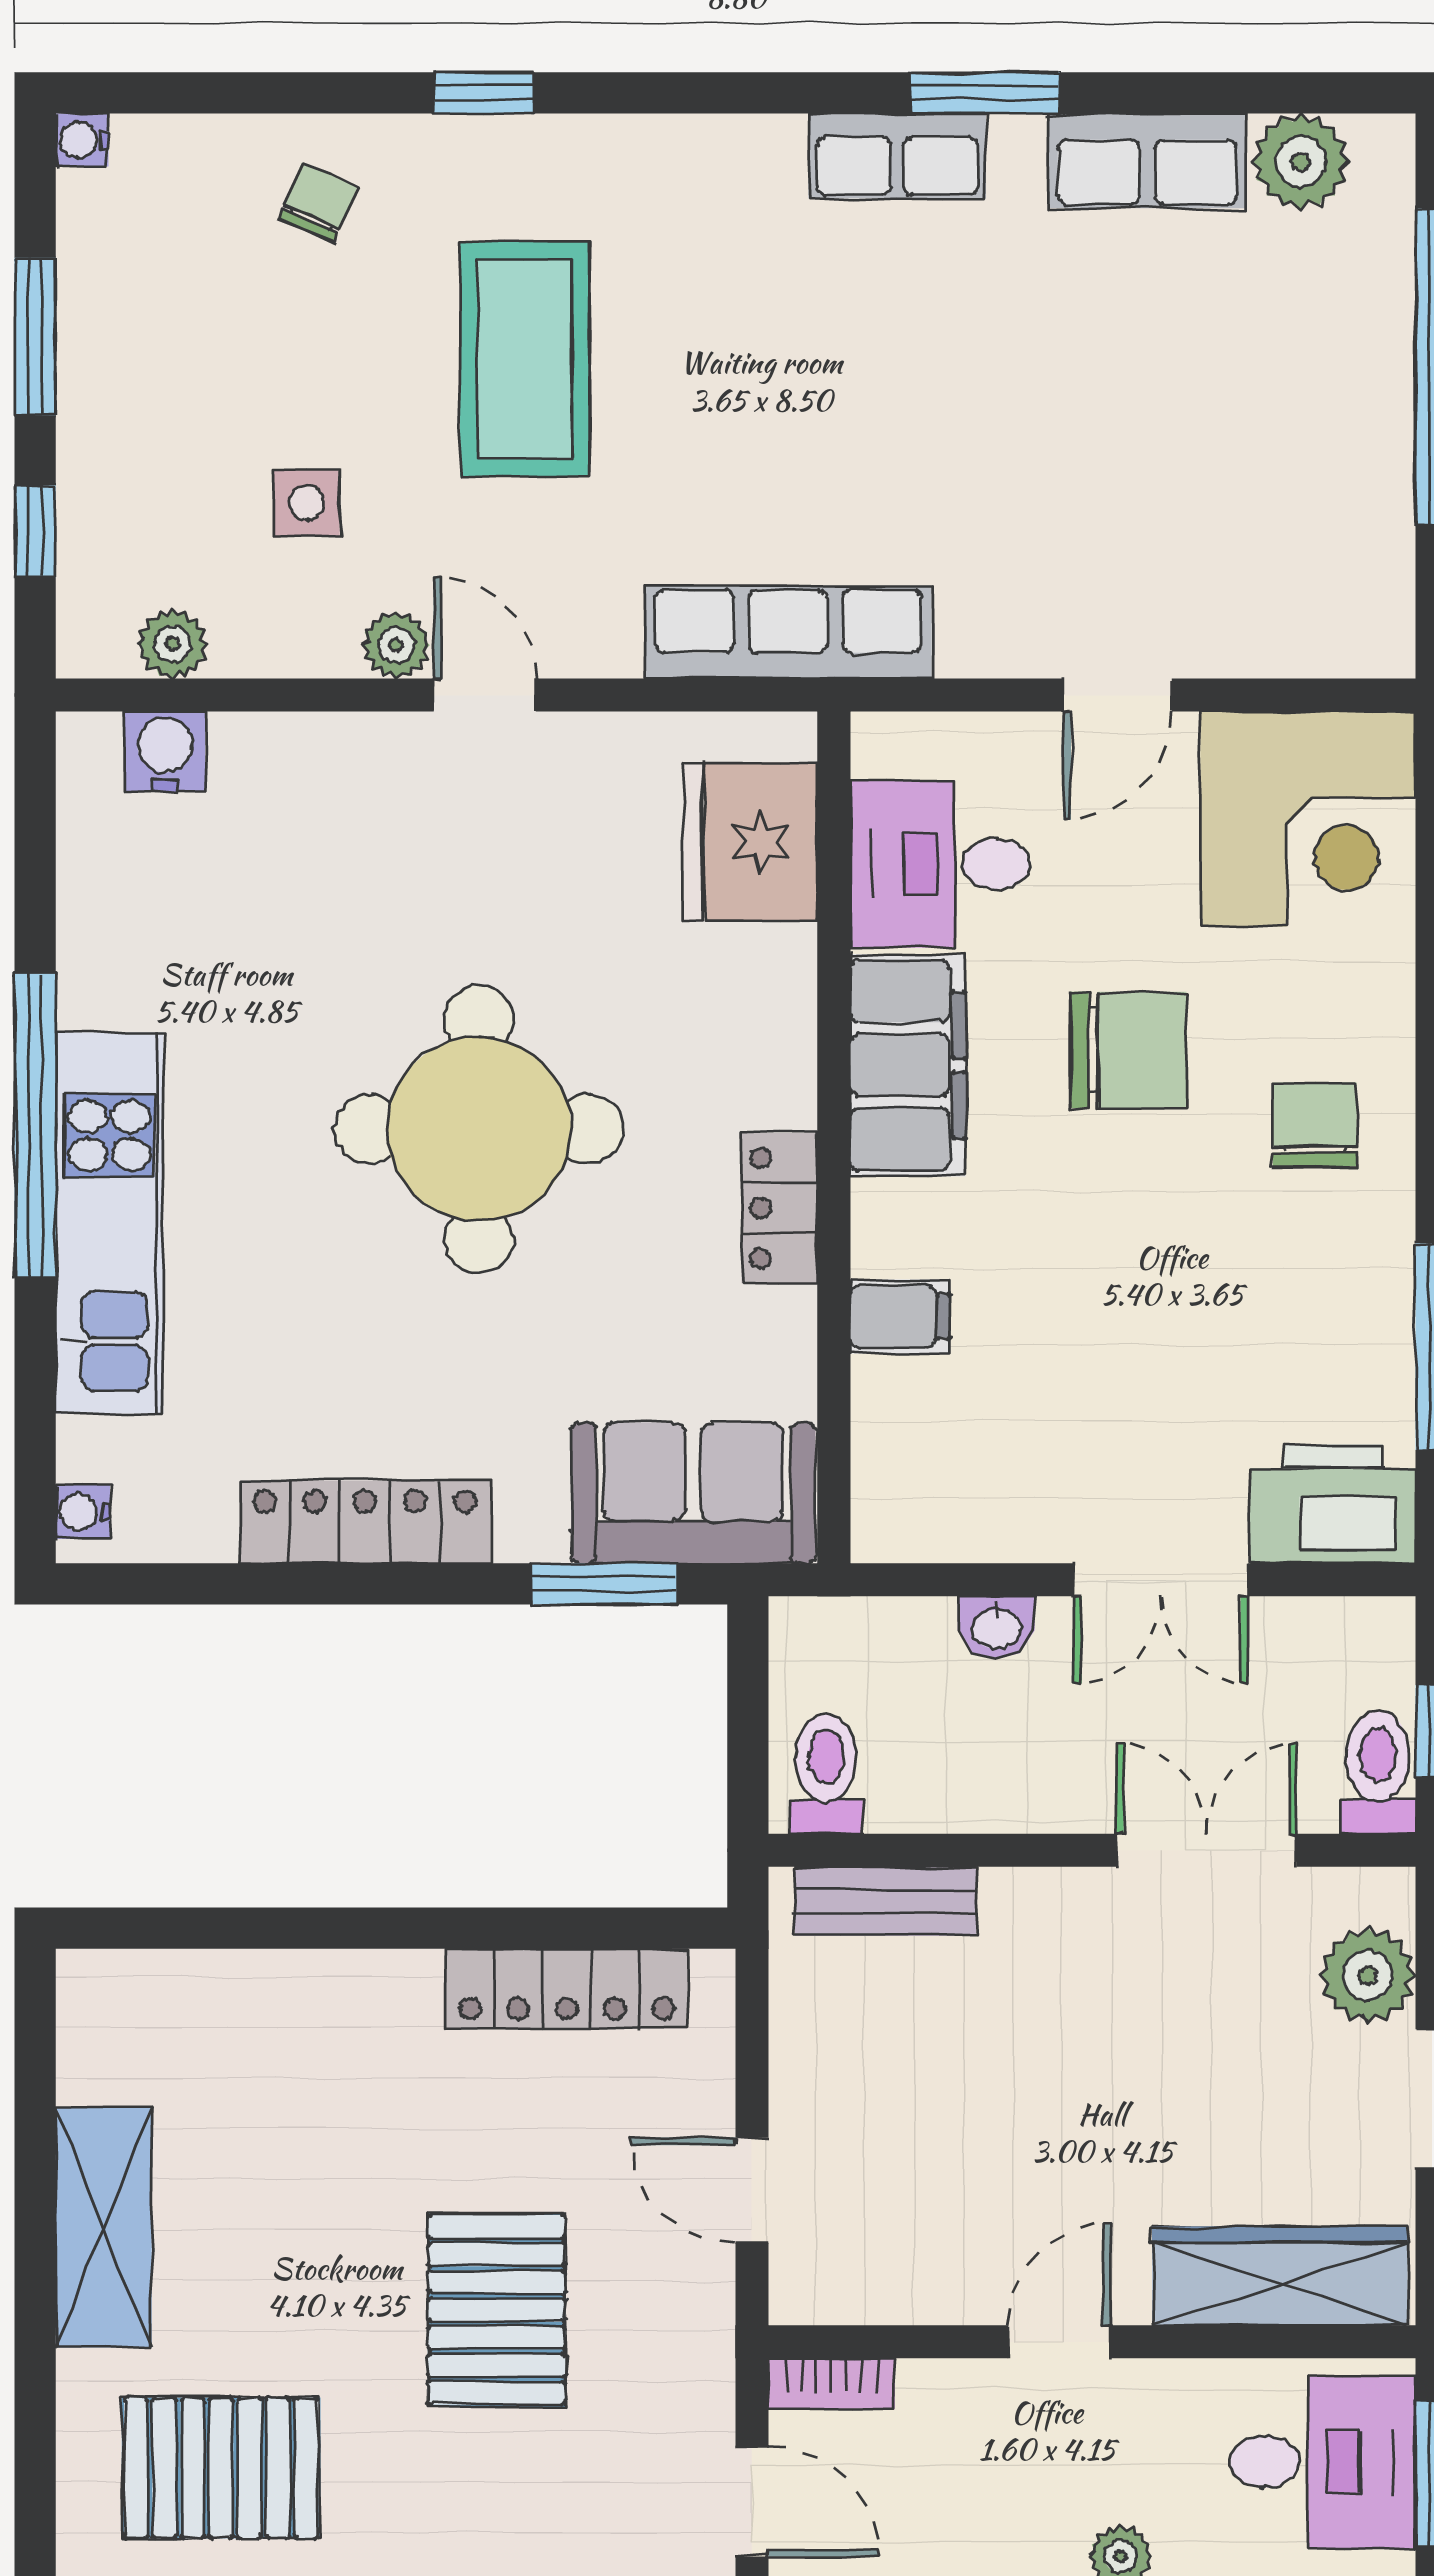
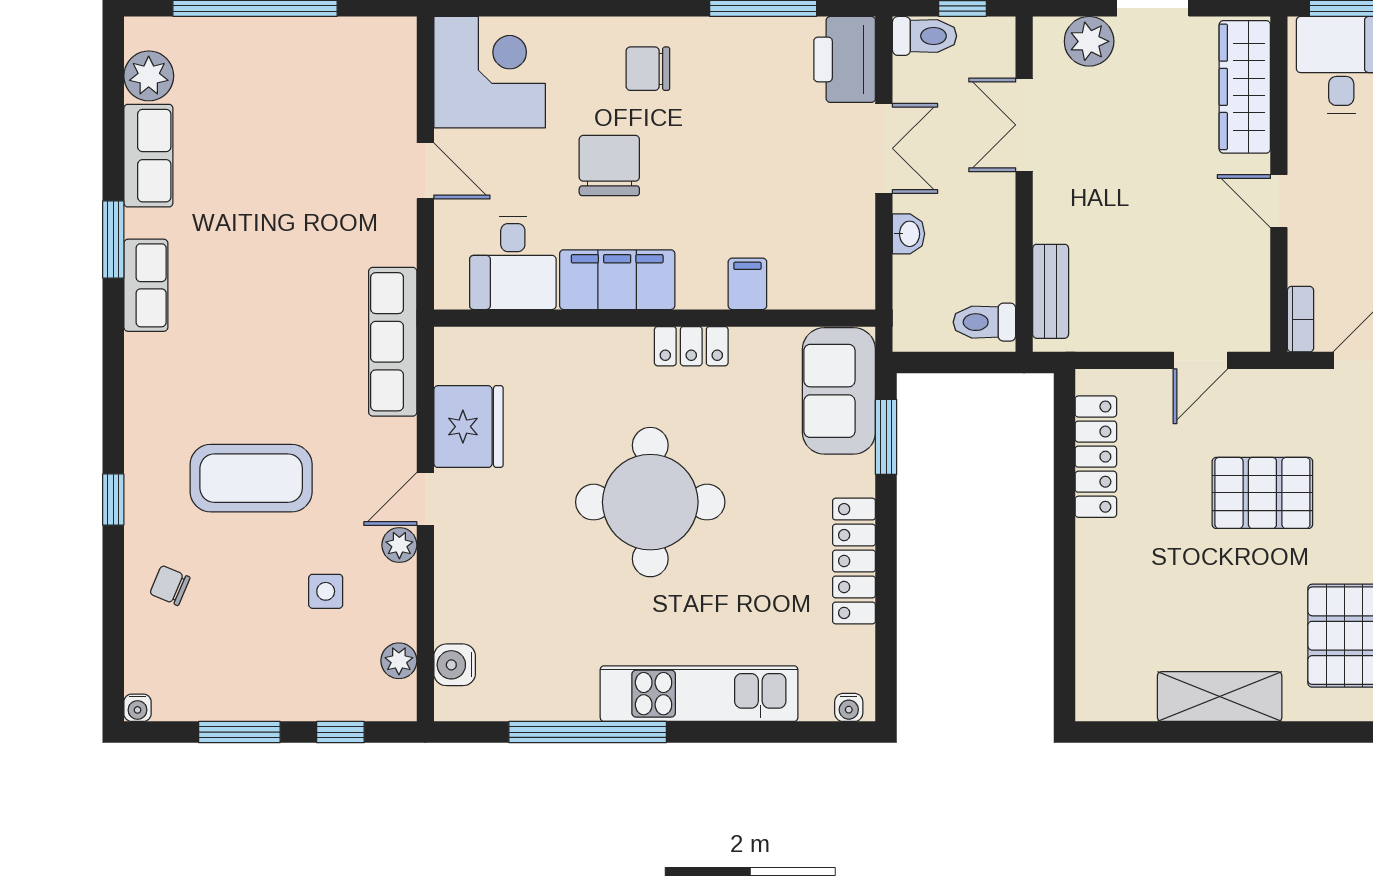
fridge: (751, 842) -> (469, 427), moved, turned -90
window: (35, 1125) -> (588, 732), moved
toilet: (1378, 1772) -> (925, 36), moved, turned 180

